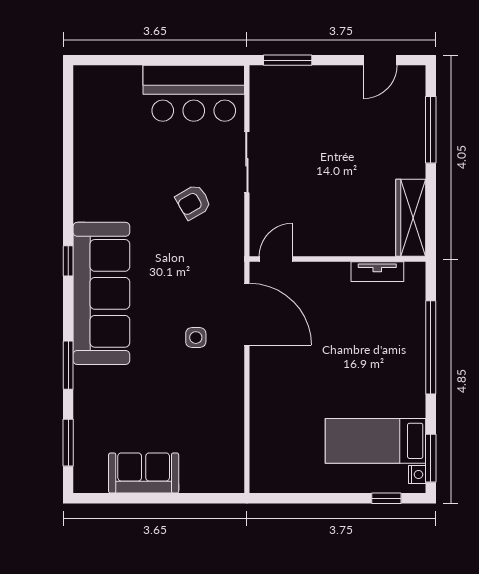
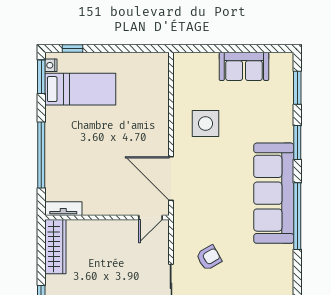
window: (68, 261) -> (297, 216), width x3.17
tv unit: (377, 272) -> (63, 209), moved
side table: (196, 338) -> (205, 124), moved, width x1.87, depth x1.87

